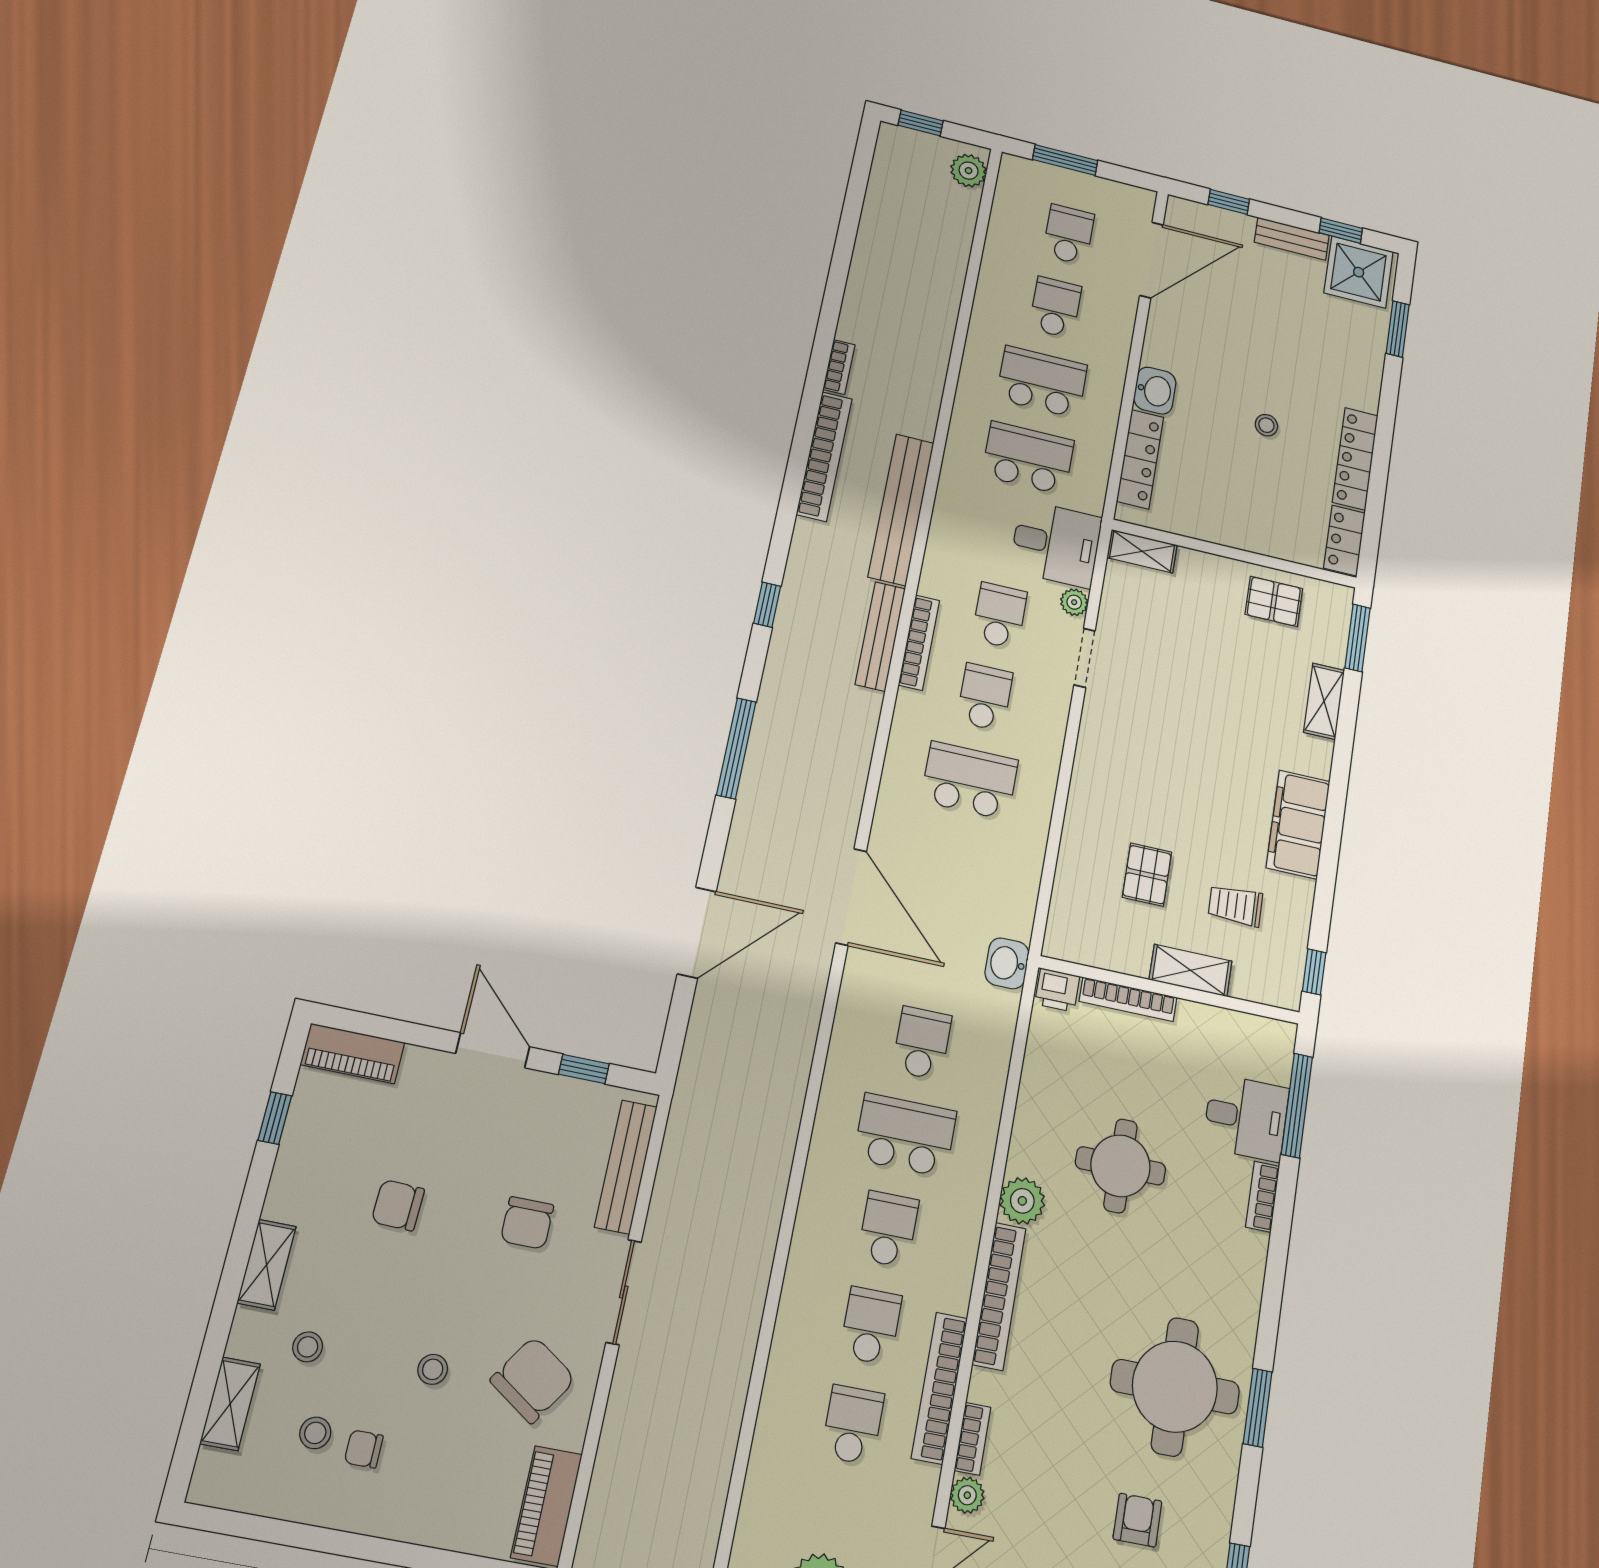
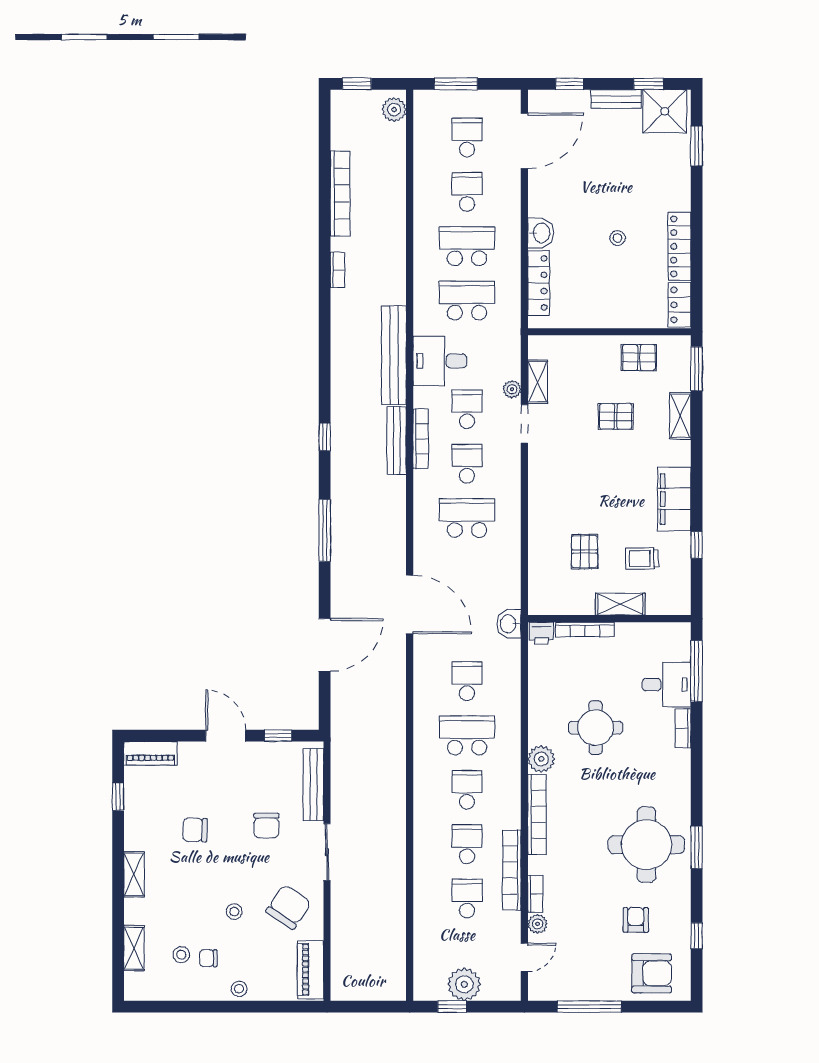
bookcase: (824, 456) -> (340, 193), moved
desk: (1056, 544) -> (440, 361), moved, turned 180
shelving: (1142, 551) -> (538, 382), moved, turned 90
pallet: (1226, 679) -> (616, 416), added
window: (1314, 972) -> (697, 545), moved
stool: (308, 1347) -> (239, 989), moved

